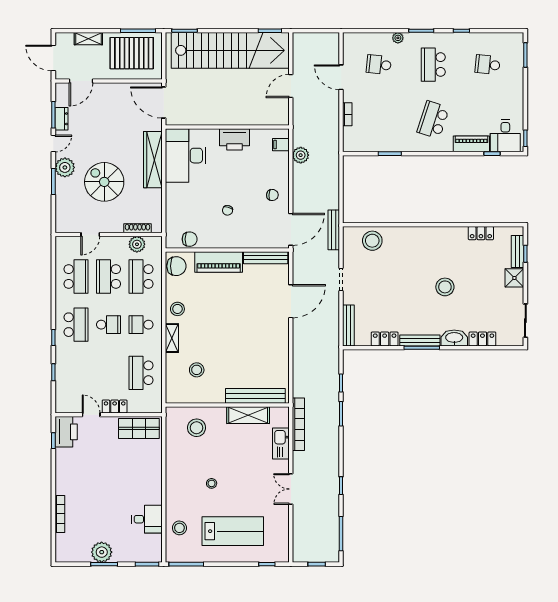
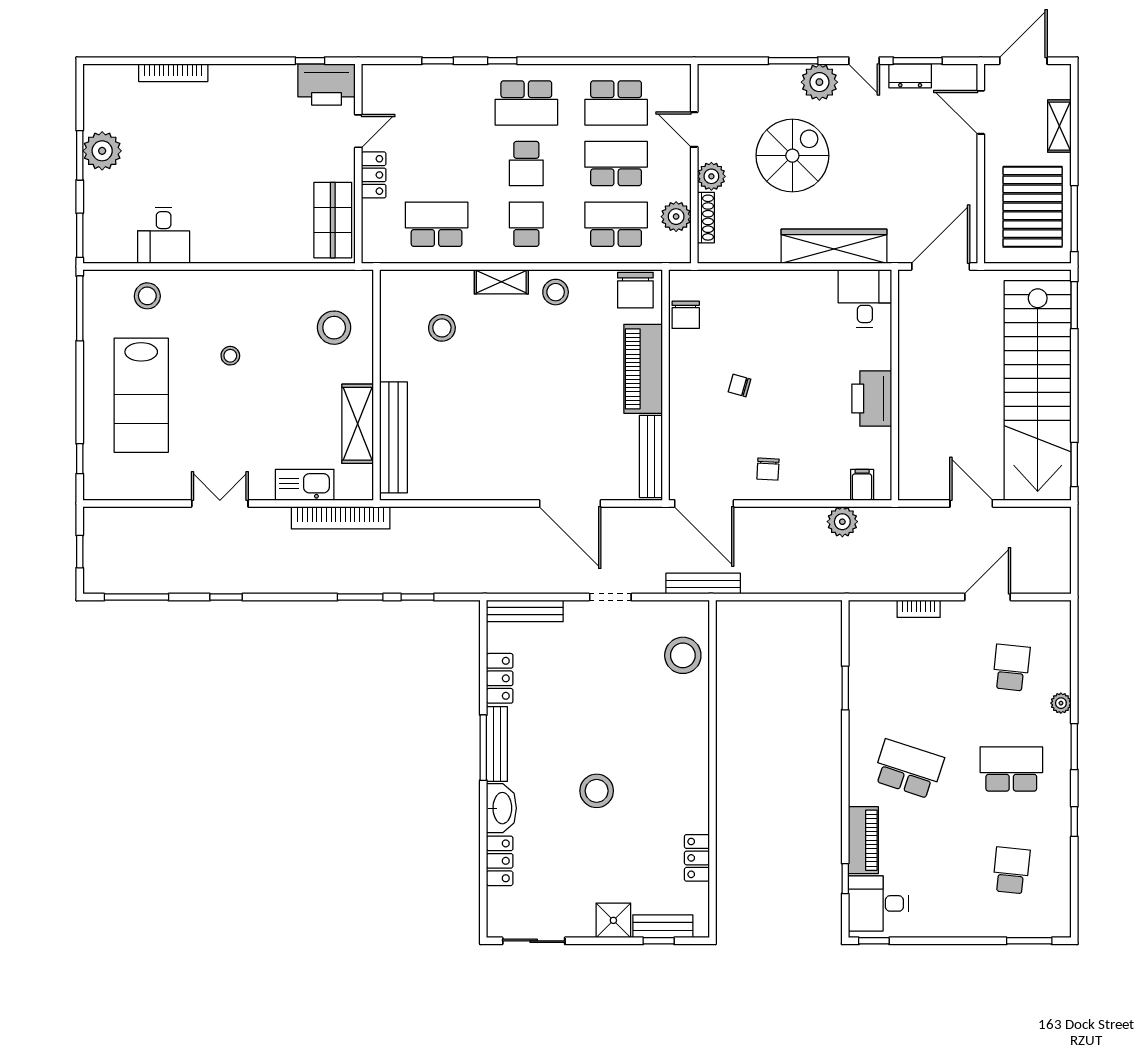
desk: (185, 156) -> (865, 298), width x0.53, depth x0.77
plant: (115, 225) -> (711, 176), added

